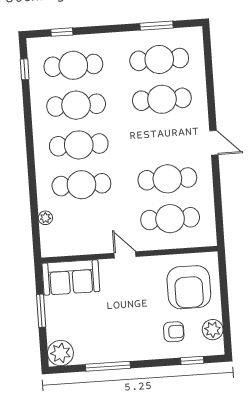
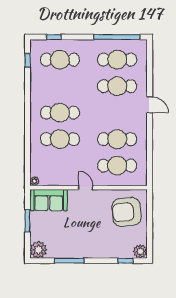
window: (157, 26) -> (117, 37), width x2.11
cafe table: (76, 105) -> (60, 86), removed
door: (214, 143) -> (150, 105), moved
plant: (45, 218) -> (35, 181), moved
armchair: (189, 287) -> (127, 212), turned 85
plant: (213, 330) -> (140, 251), moved
armchair: (174, 332) -> (114, 241), removed

